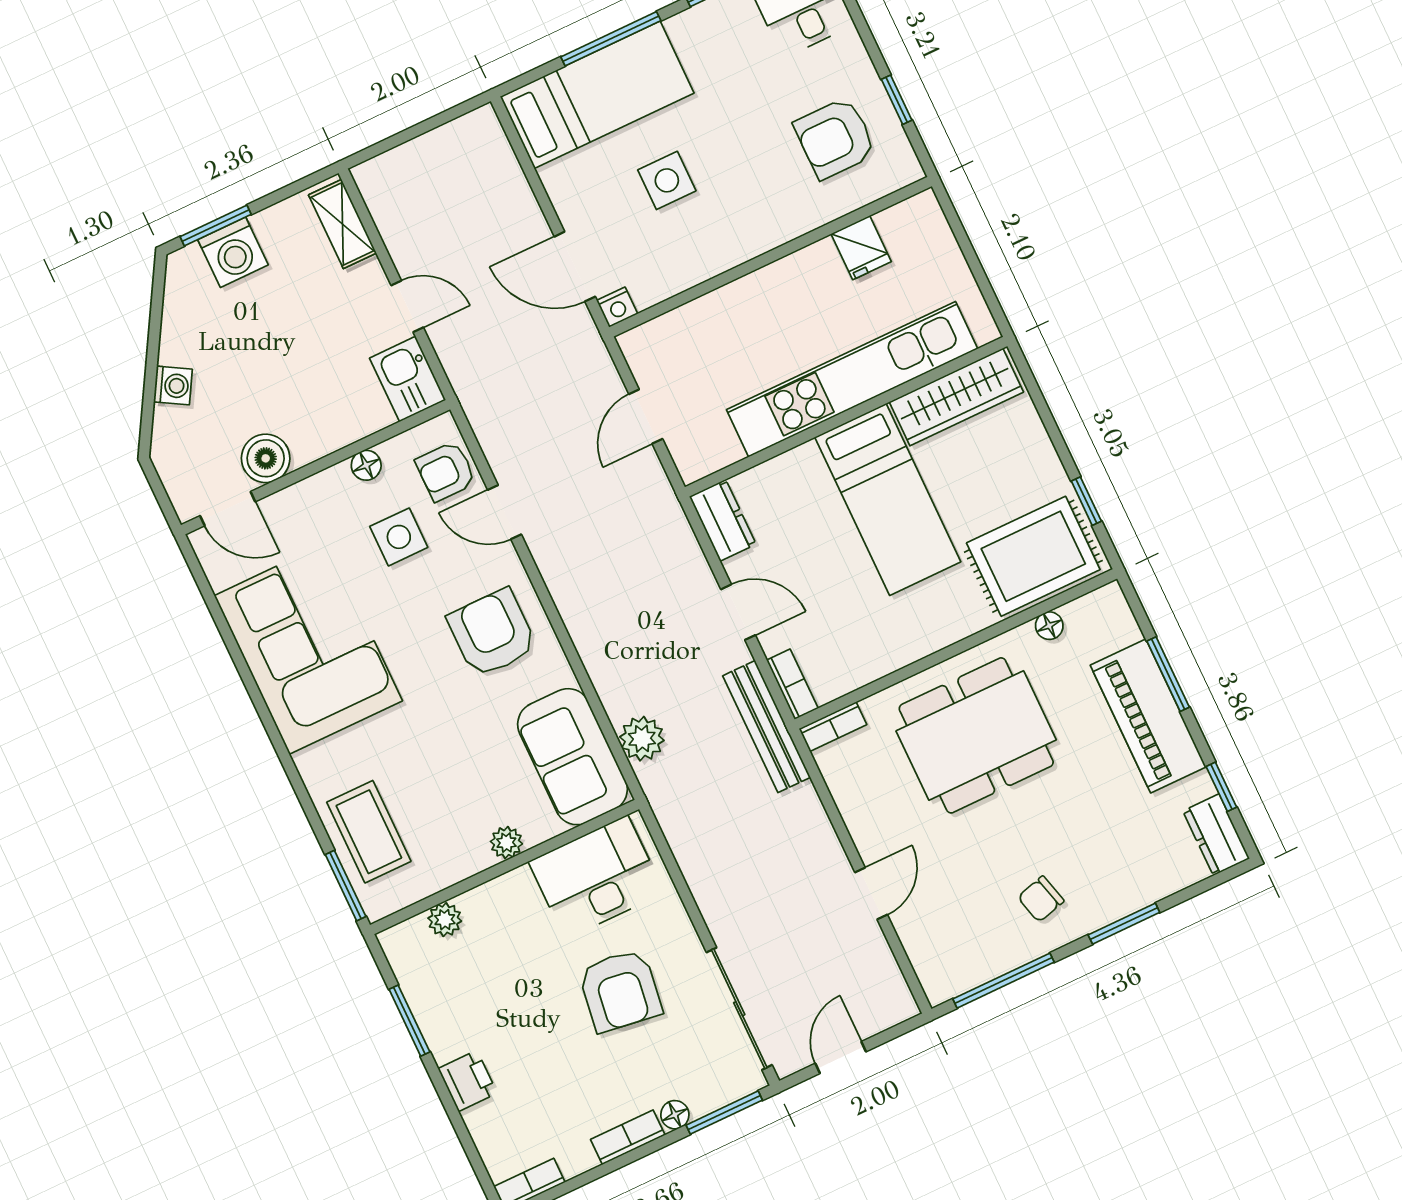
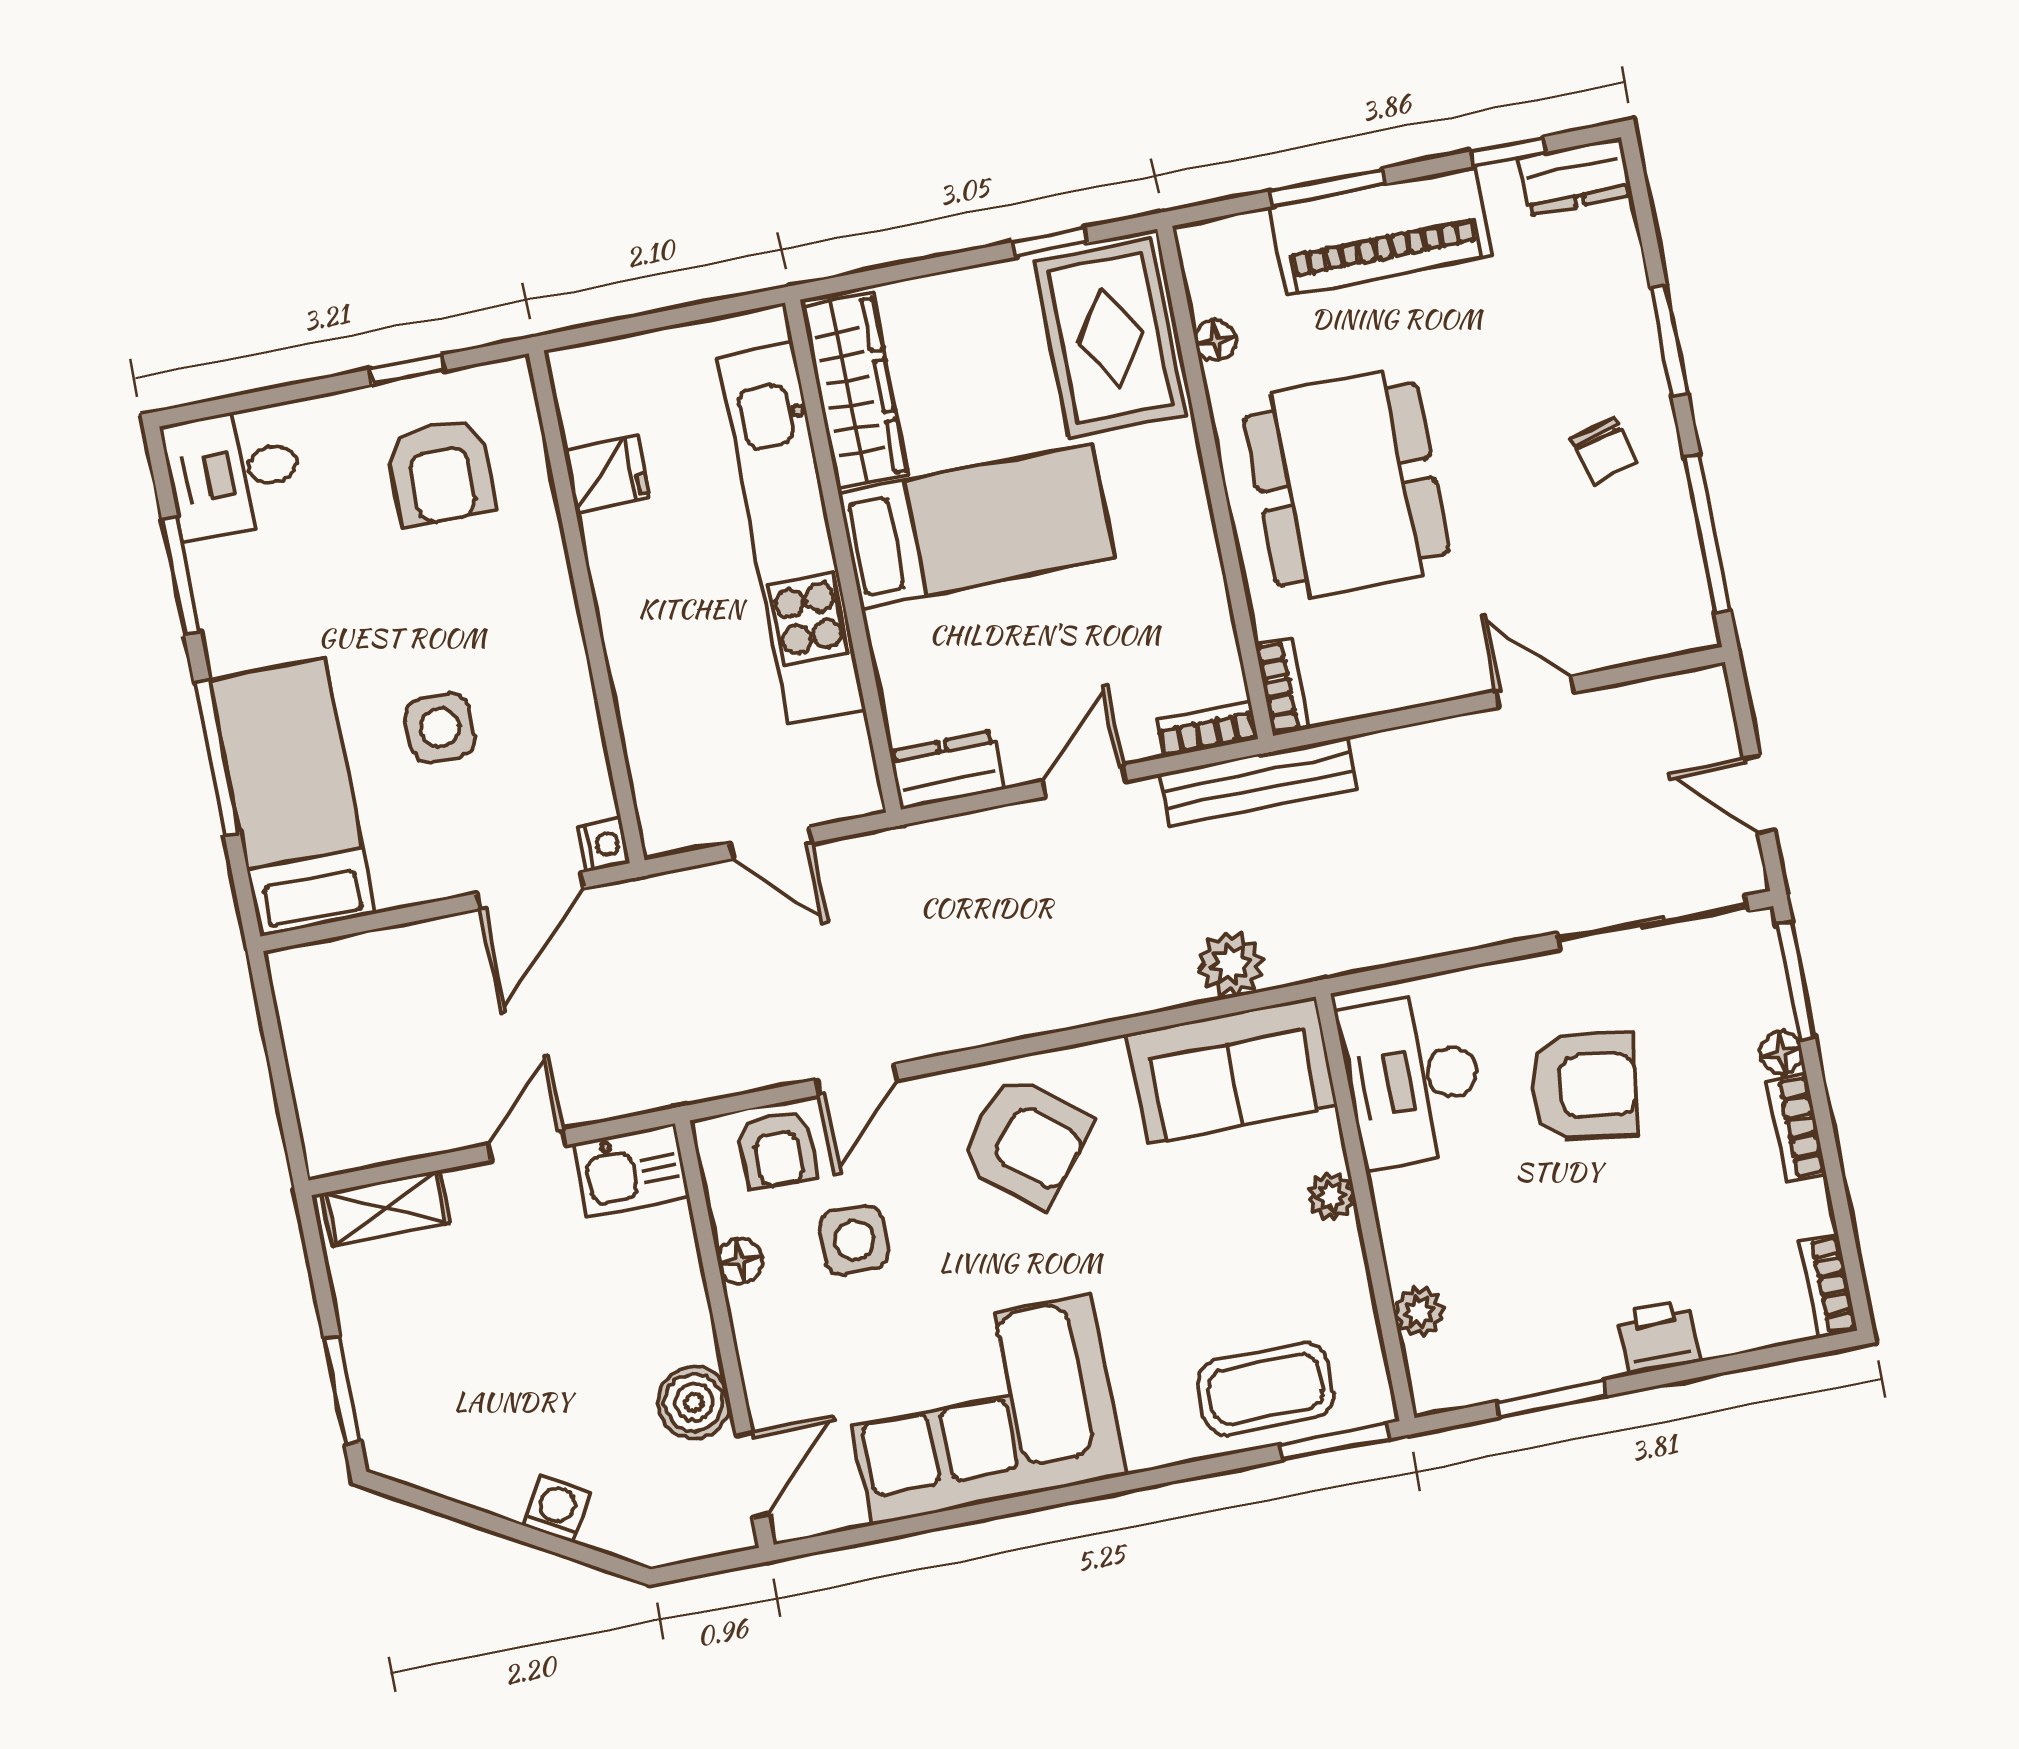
washing machine: (233, 252) -> (387, 1375), removed
armchair: (492, 633) -> (1025, 1141), turned -140

